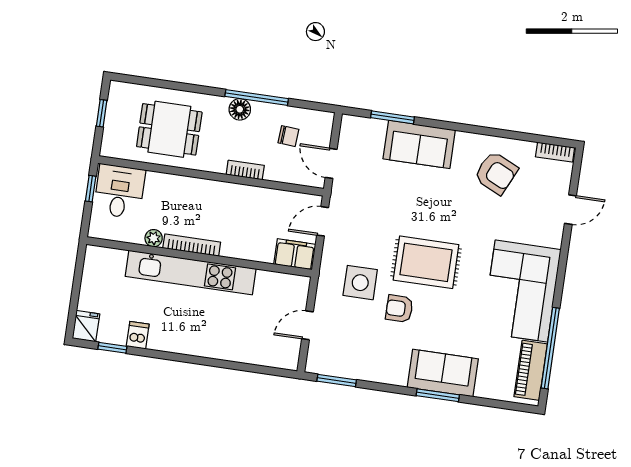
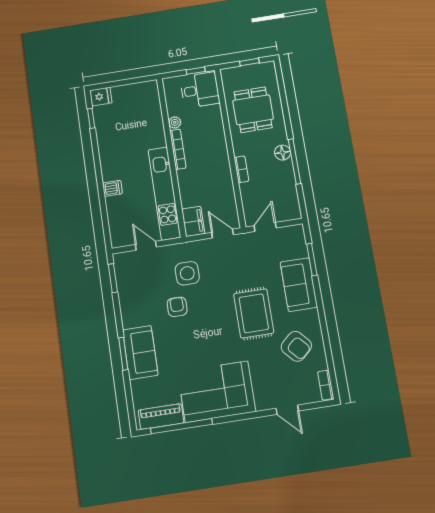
chair: (288, 136) -> (275, 191), removed
armchair: (496, 173) -> (296, 346), turned -67
rug: (426, 262) -> (254, 313), moved
kitchen unit: (191, 273) -> (164, 193), moved
dishwasher: (138, 335) -> (112, 188), moved

